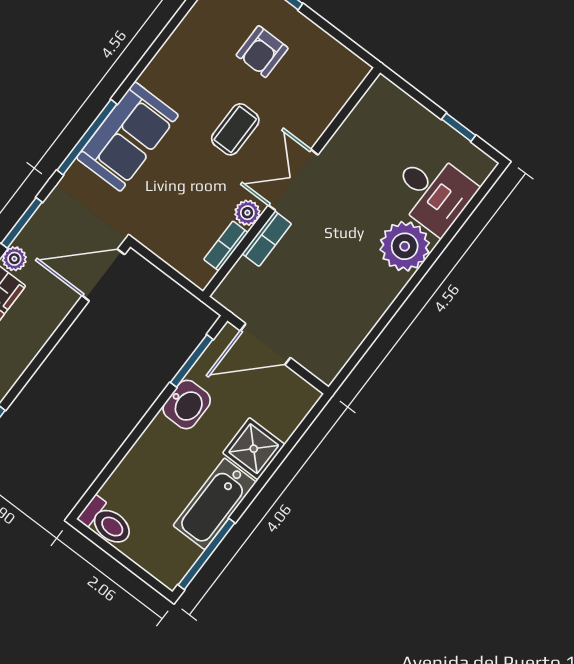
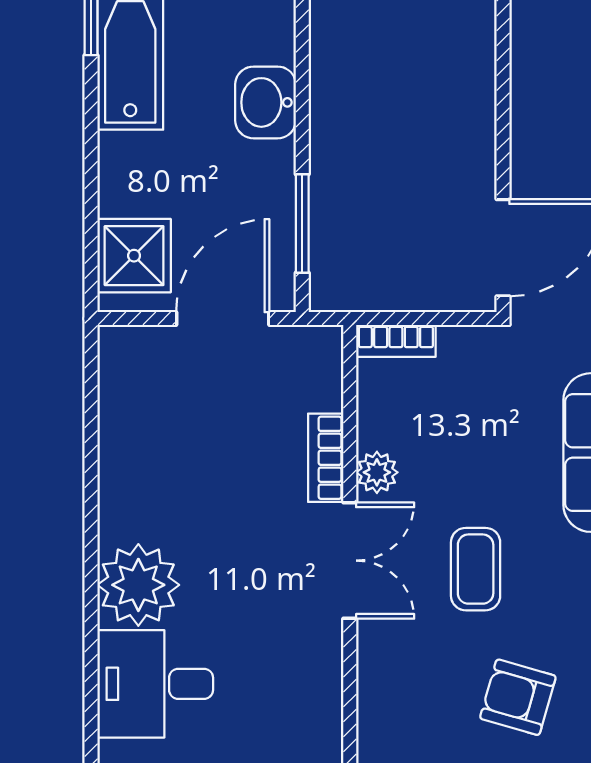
armchair: (262, 52) -> (518, 697), turned -74
bookcase: (226, 246) -> (396, 341), moved, turned 90
washbasin: (187, 404) -> (266, 102), moved
shower: (254, 449) -> (134, 256), moved

